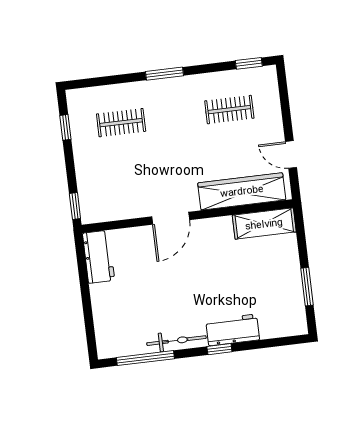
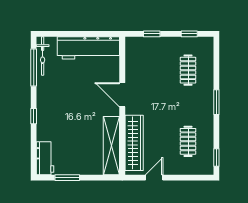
window: (75, 206) -> (152, 34), moved
shelving: (264, 224) -> (111, 146), width x1.47
workbench: (99, 257) -> (88, 48), width x1.88, depth x1.32
workbench: (233, 330) -> (45, 158), moved
bicycle: (176, 341) -> (43, 56), moved

